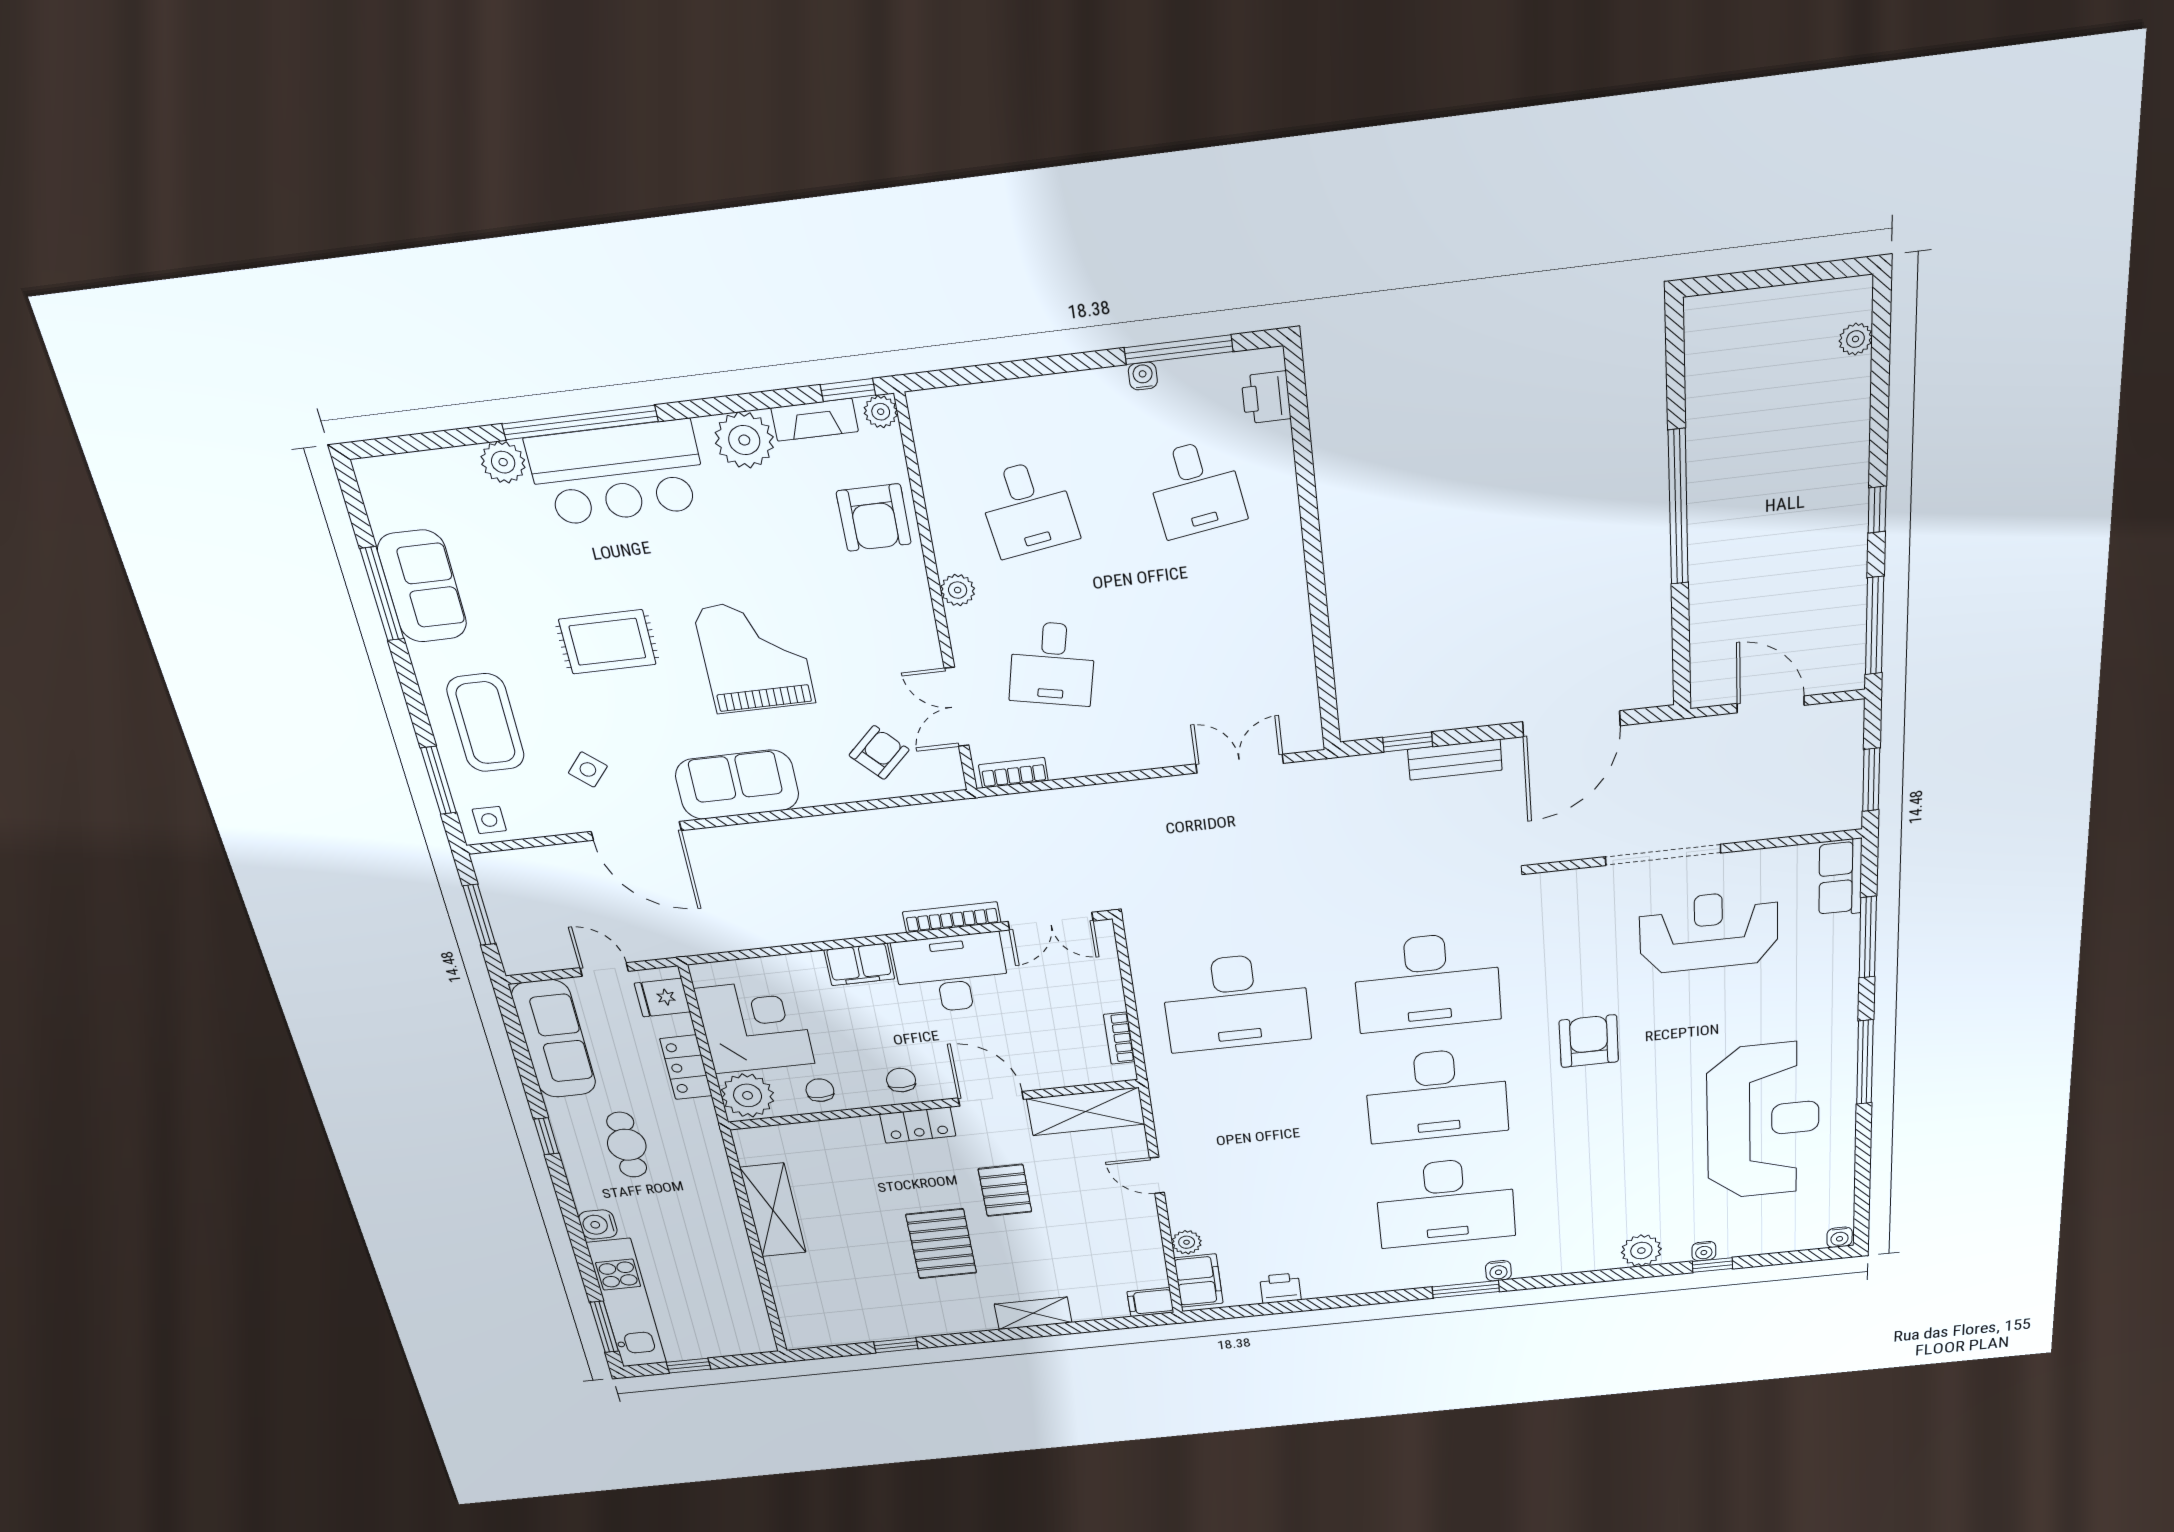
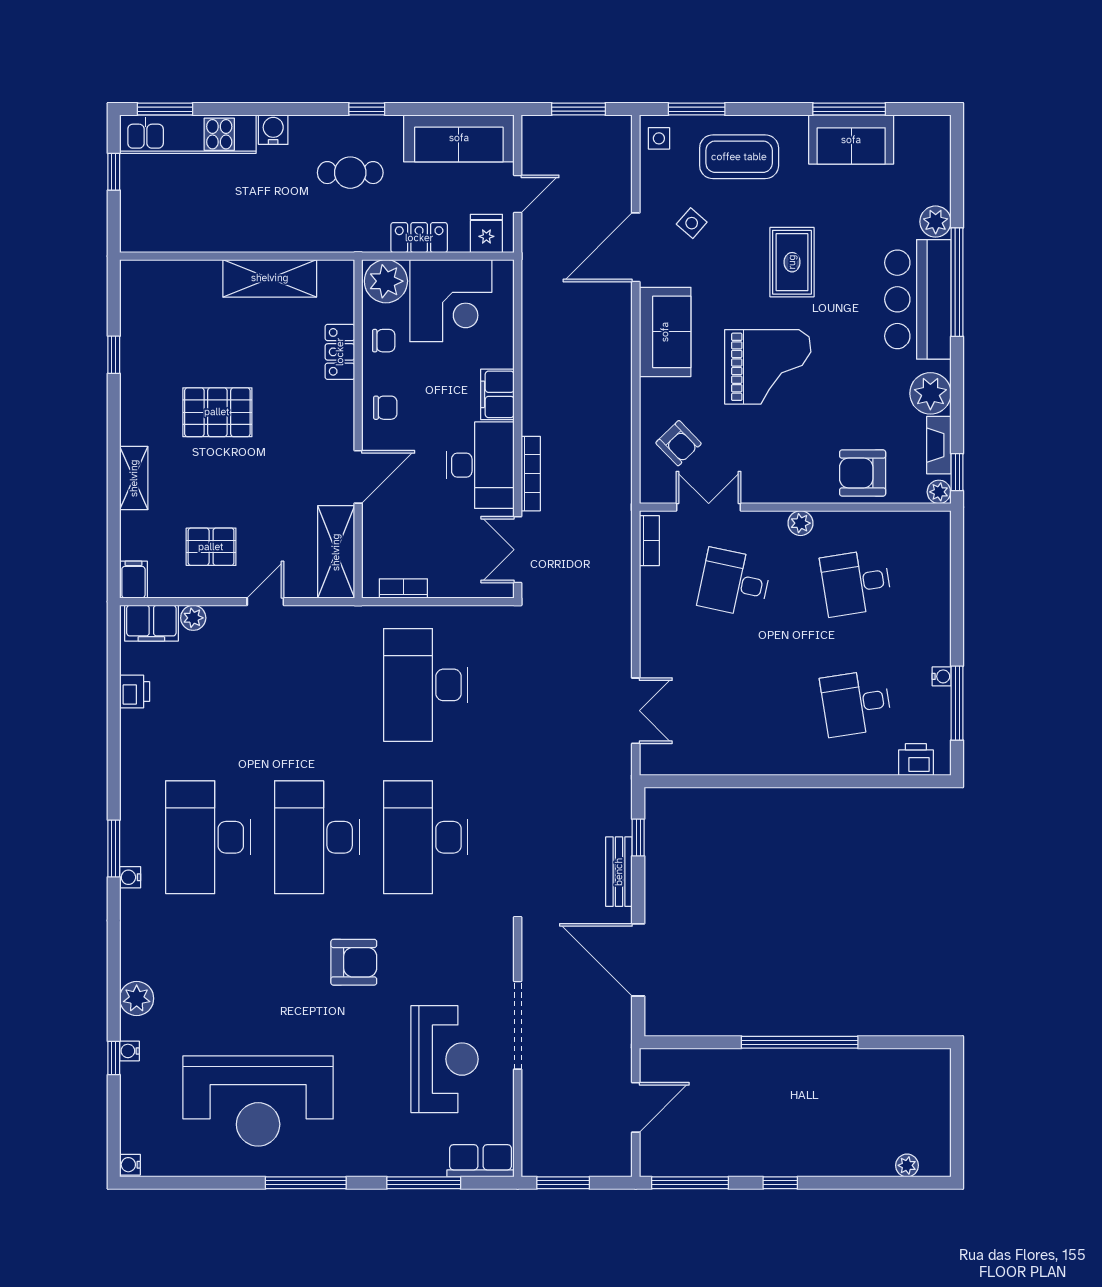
locker: (918, 1125) -> (340, 352), moved
pallet: (1005, 1190) -> (211, 547), moved

